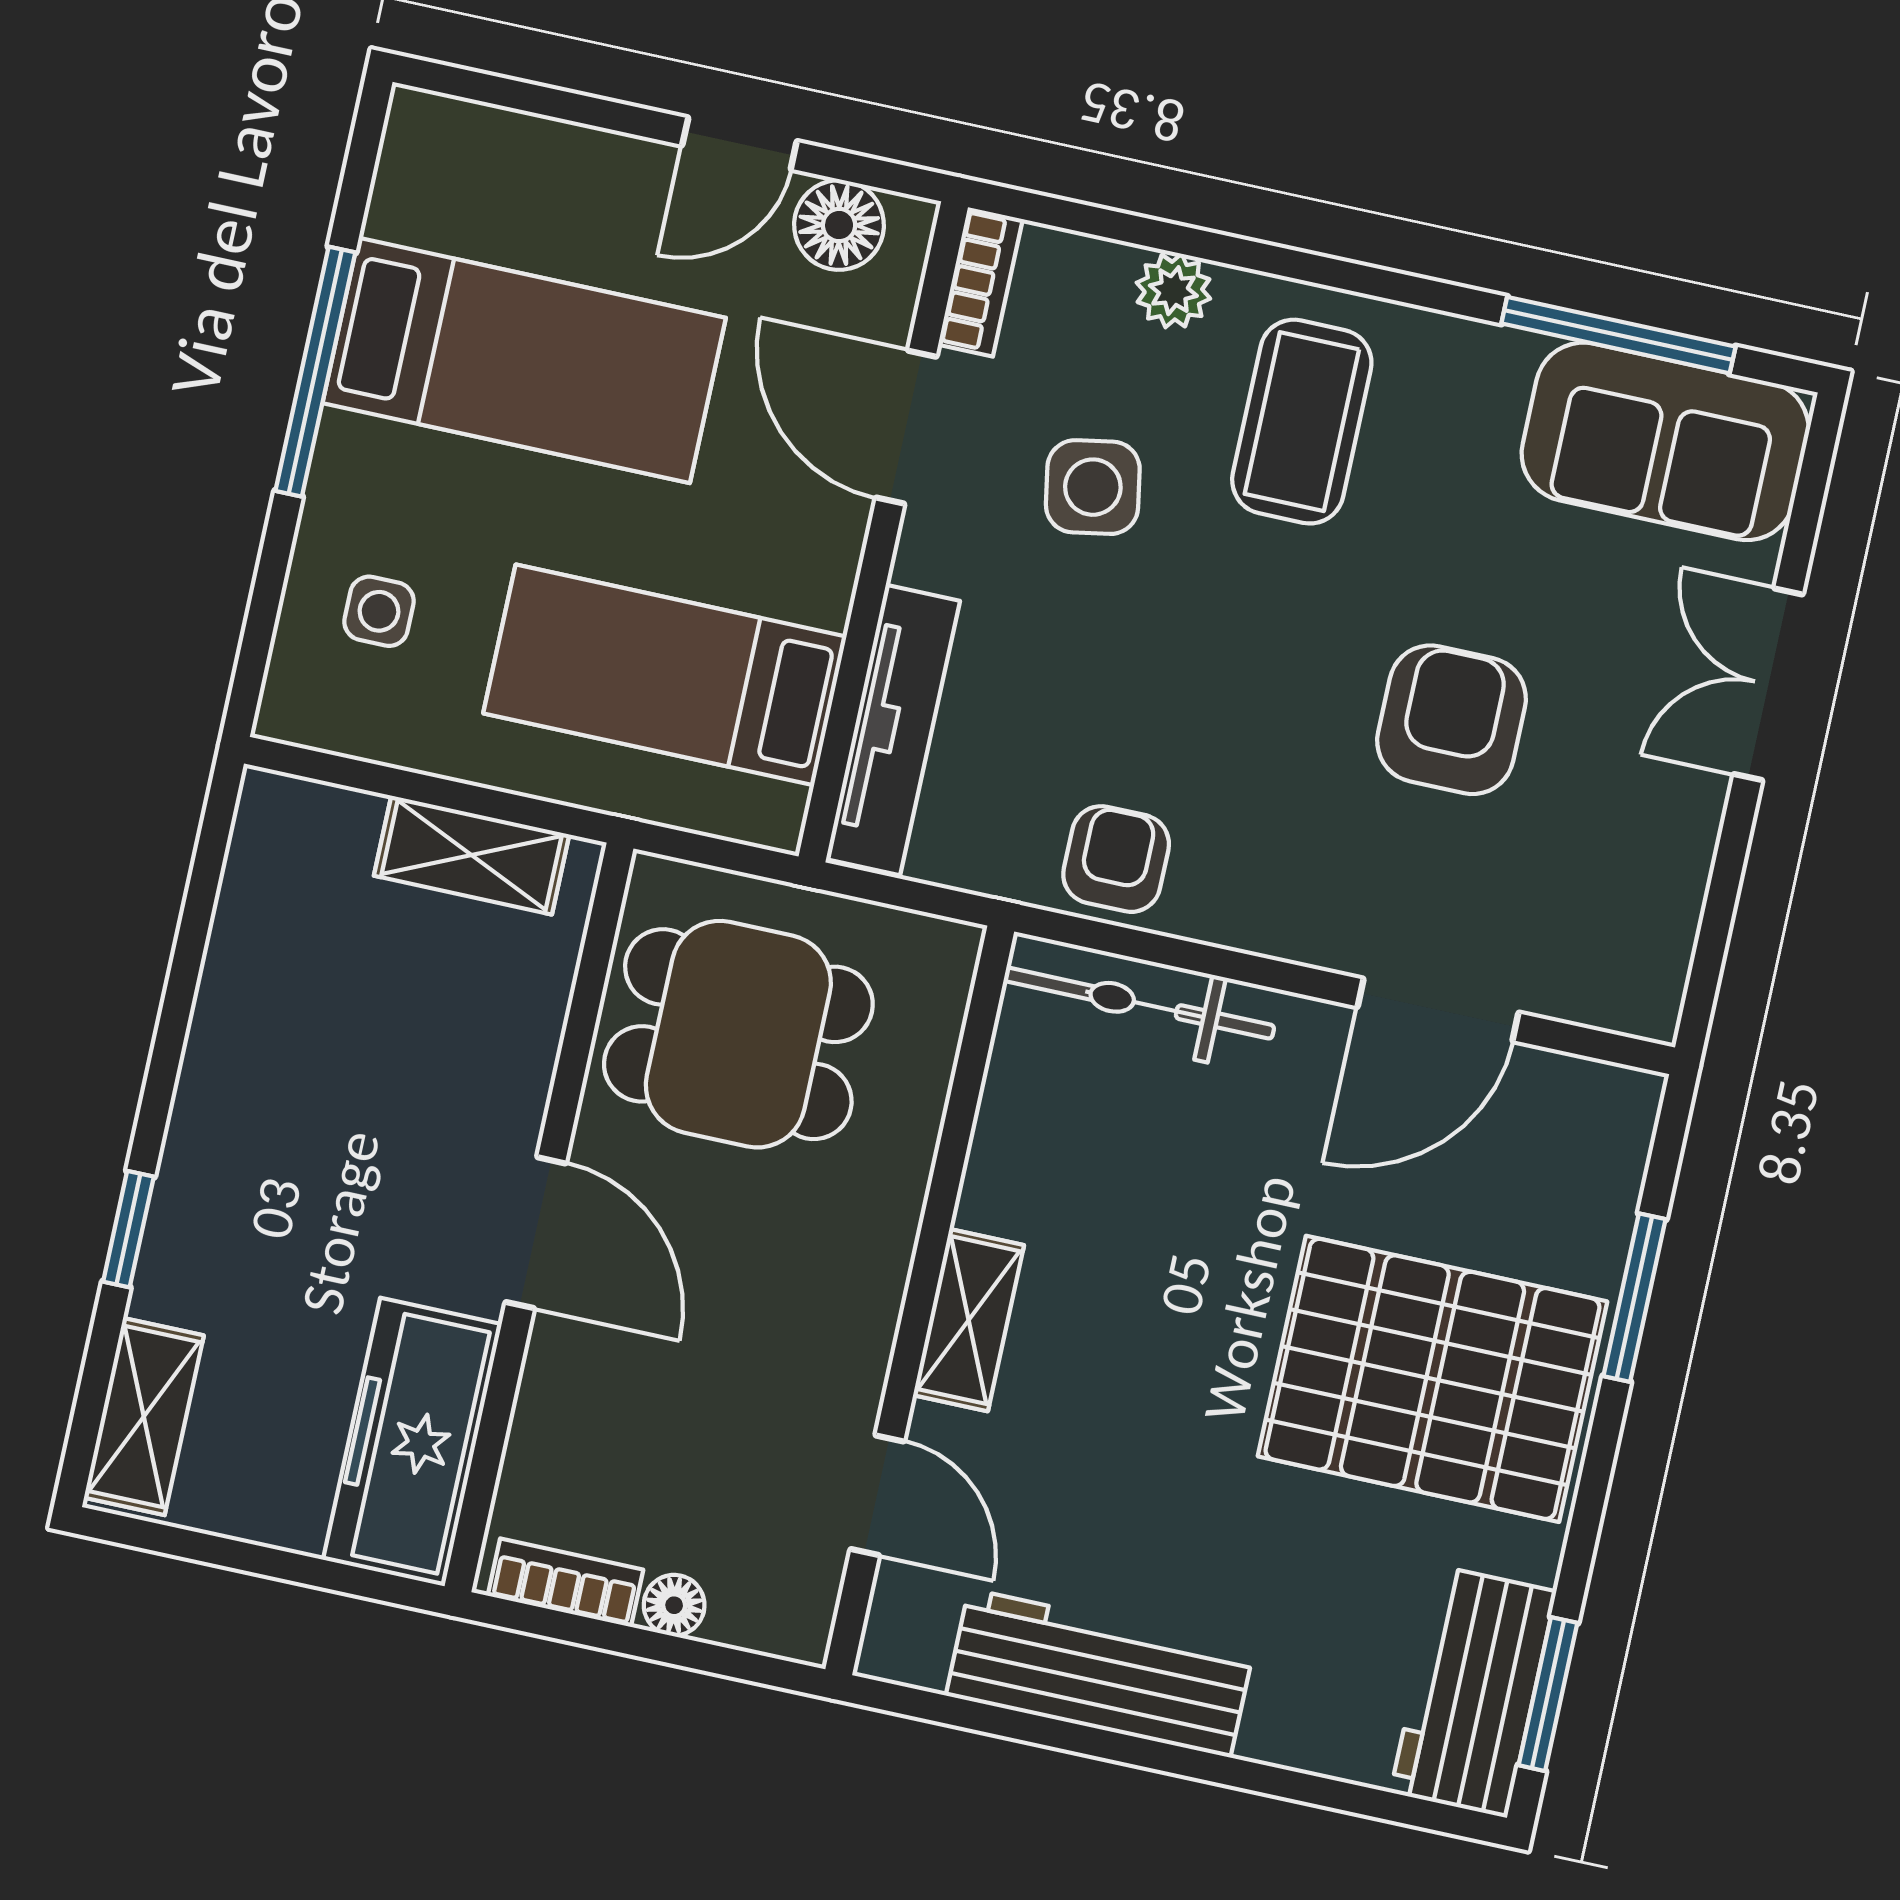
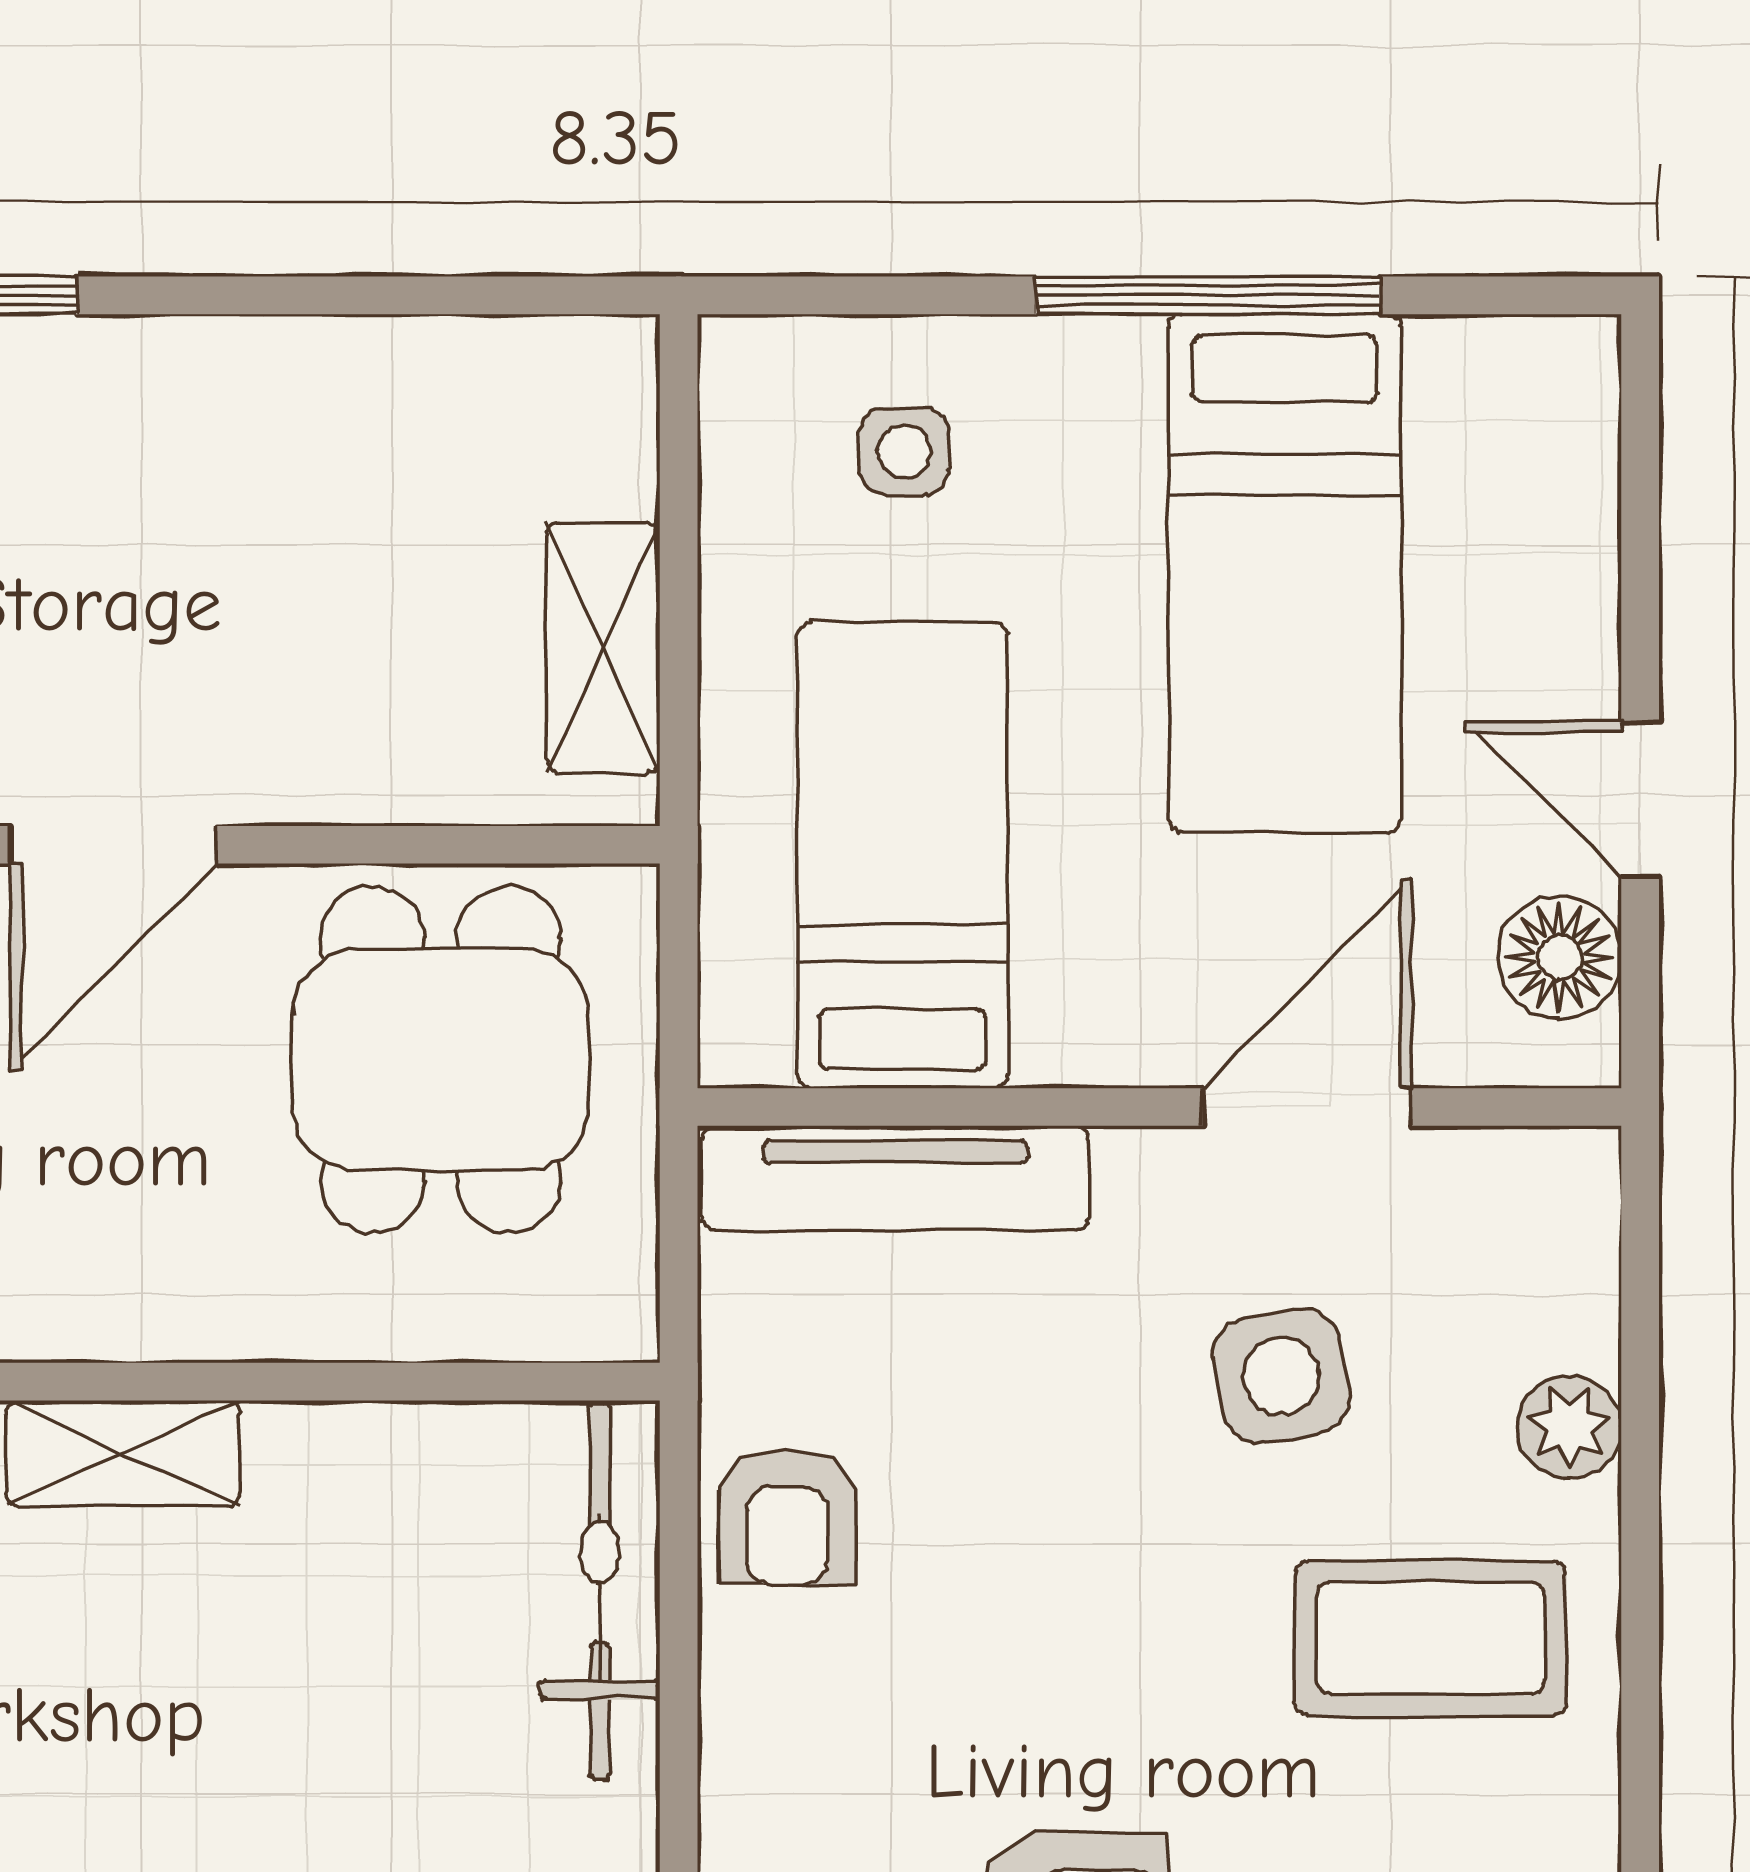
bookcase: (980, 282) -> (1524, 1165), removed
armchair: (1116, 859) -> (787, 1517), turned 90

